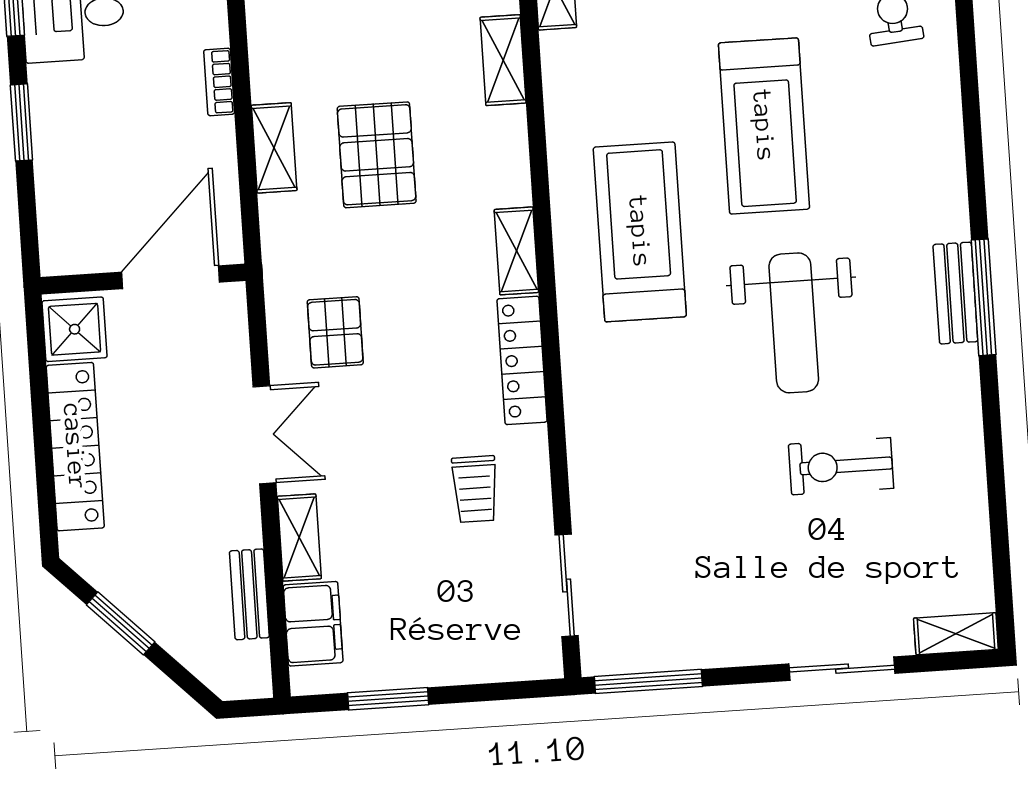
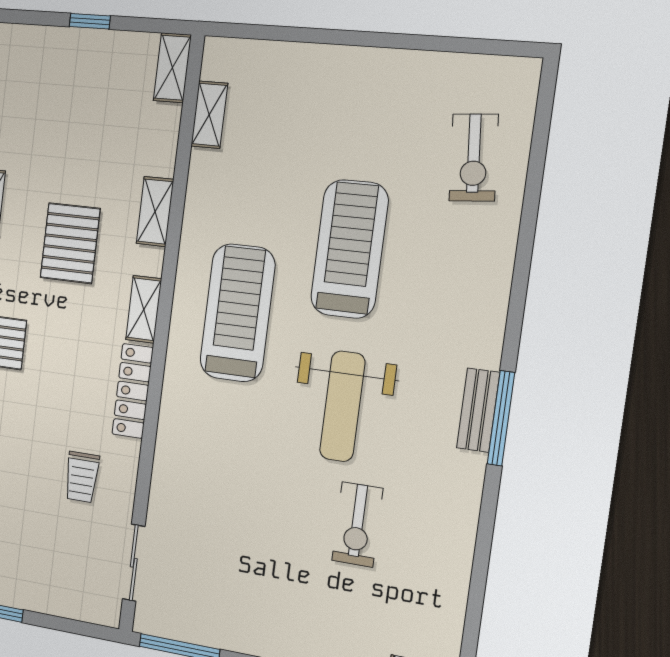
shelving: (503, 60) -> (155, 212), moved
treadmill: (764, 126) -> (349, 249), turned 180
pallet: (377, 155) -> (70, 243), moved
exercise bike: (841, 466) -> (357, 524), turned -90

